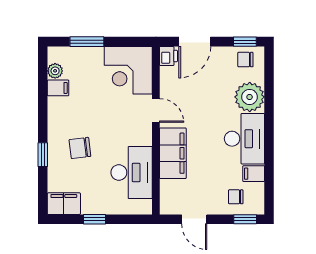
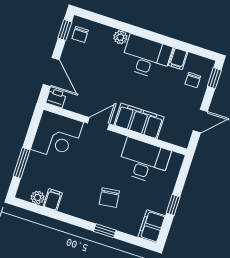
plant: (250, 97) -> (120, 37), width x0.53, depth x0.53

